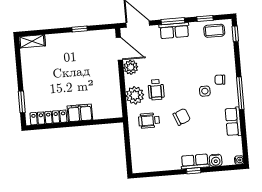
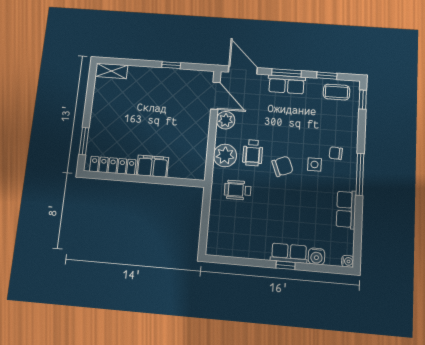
chair: (182, 117) -> (282, 166), moved

